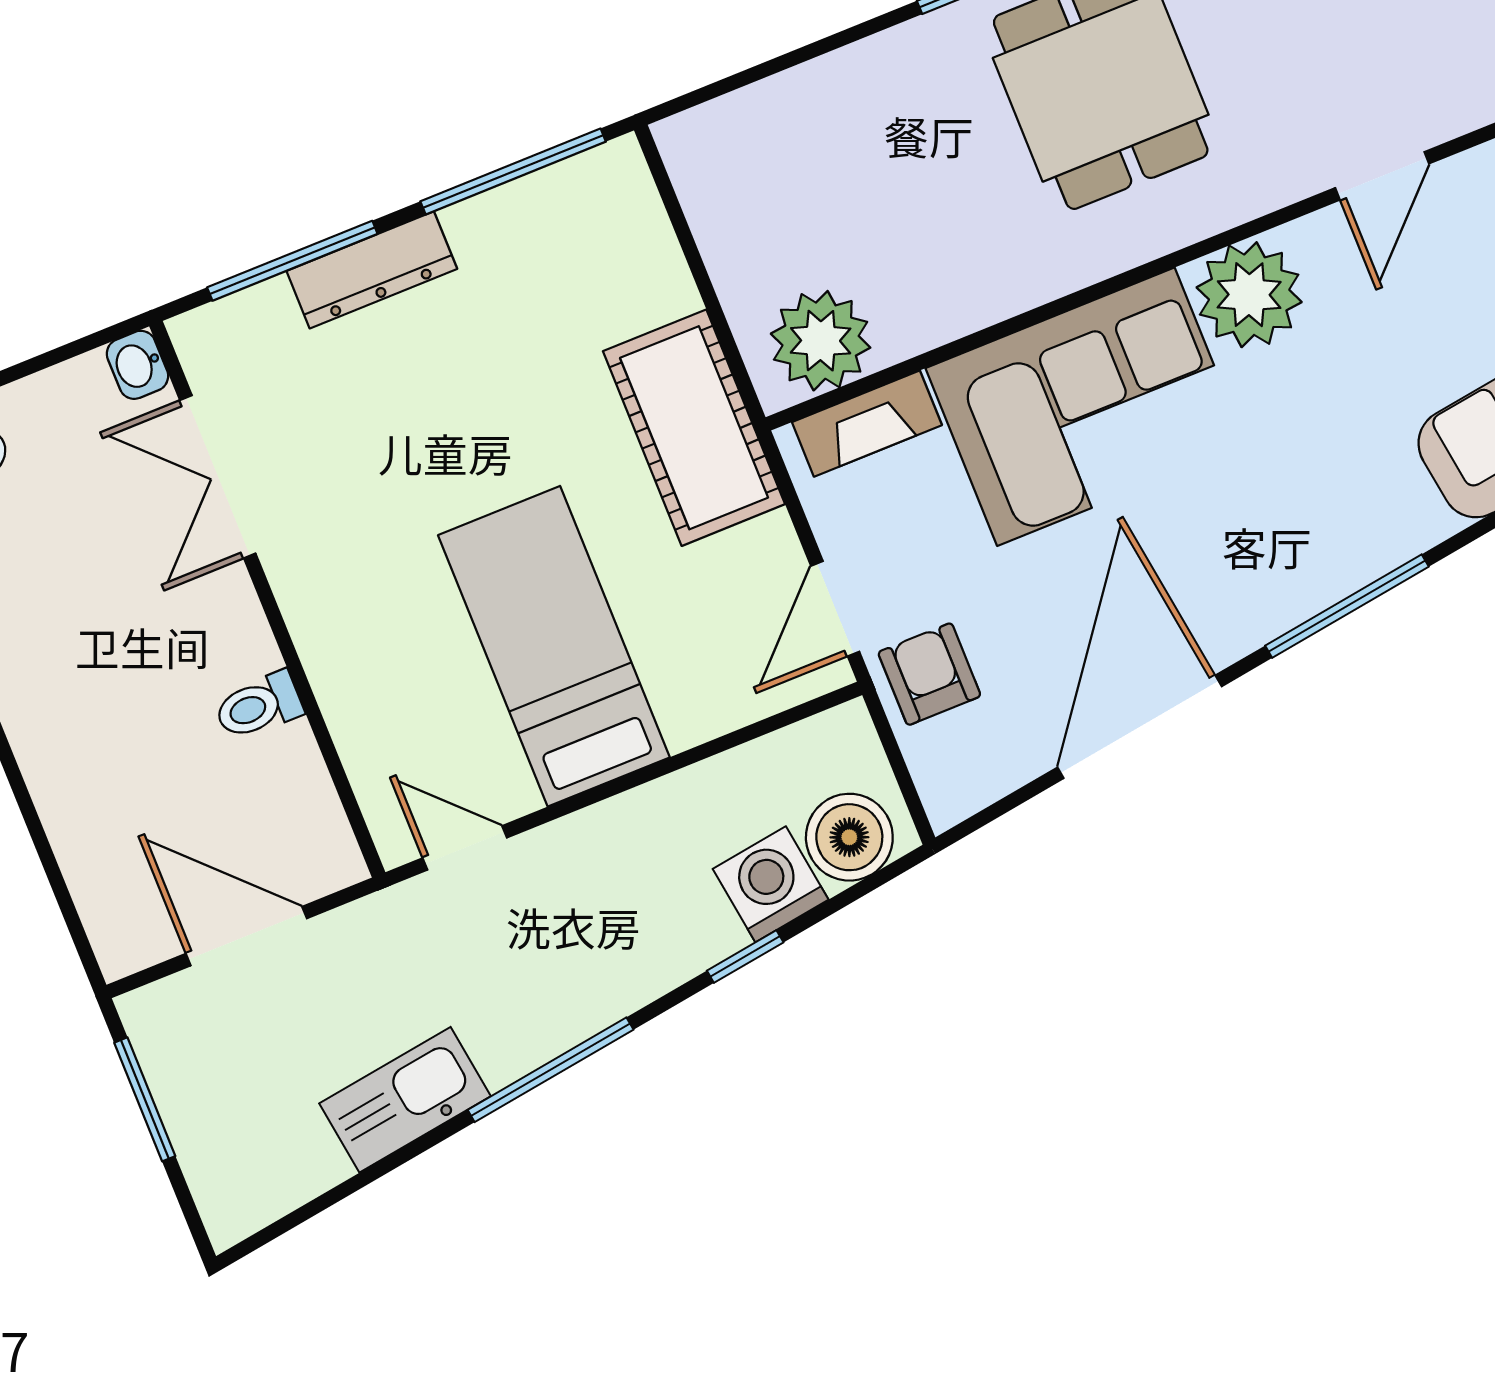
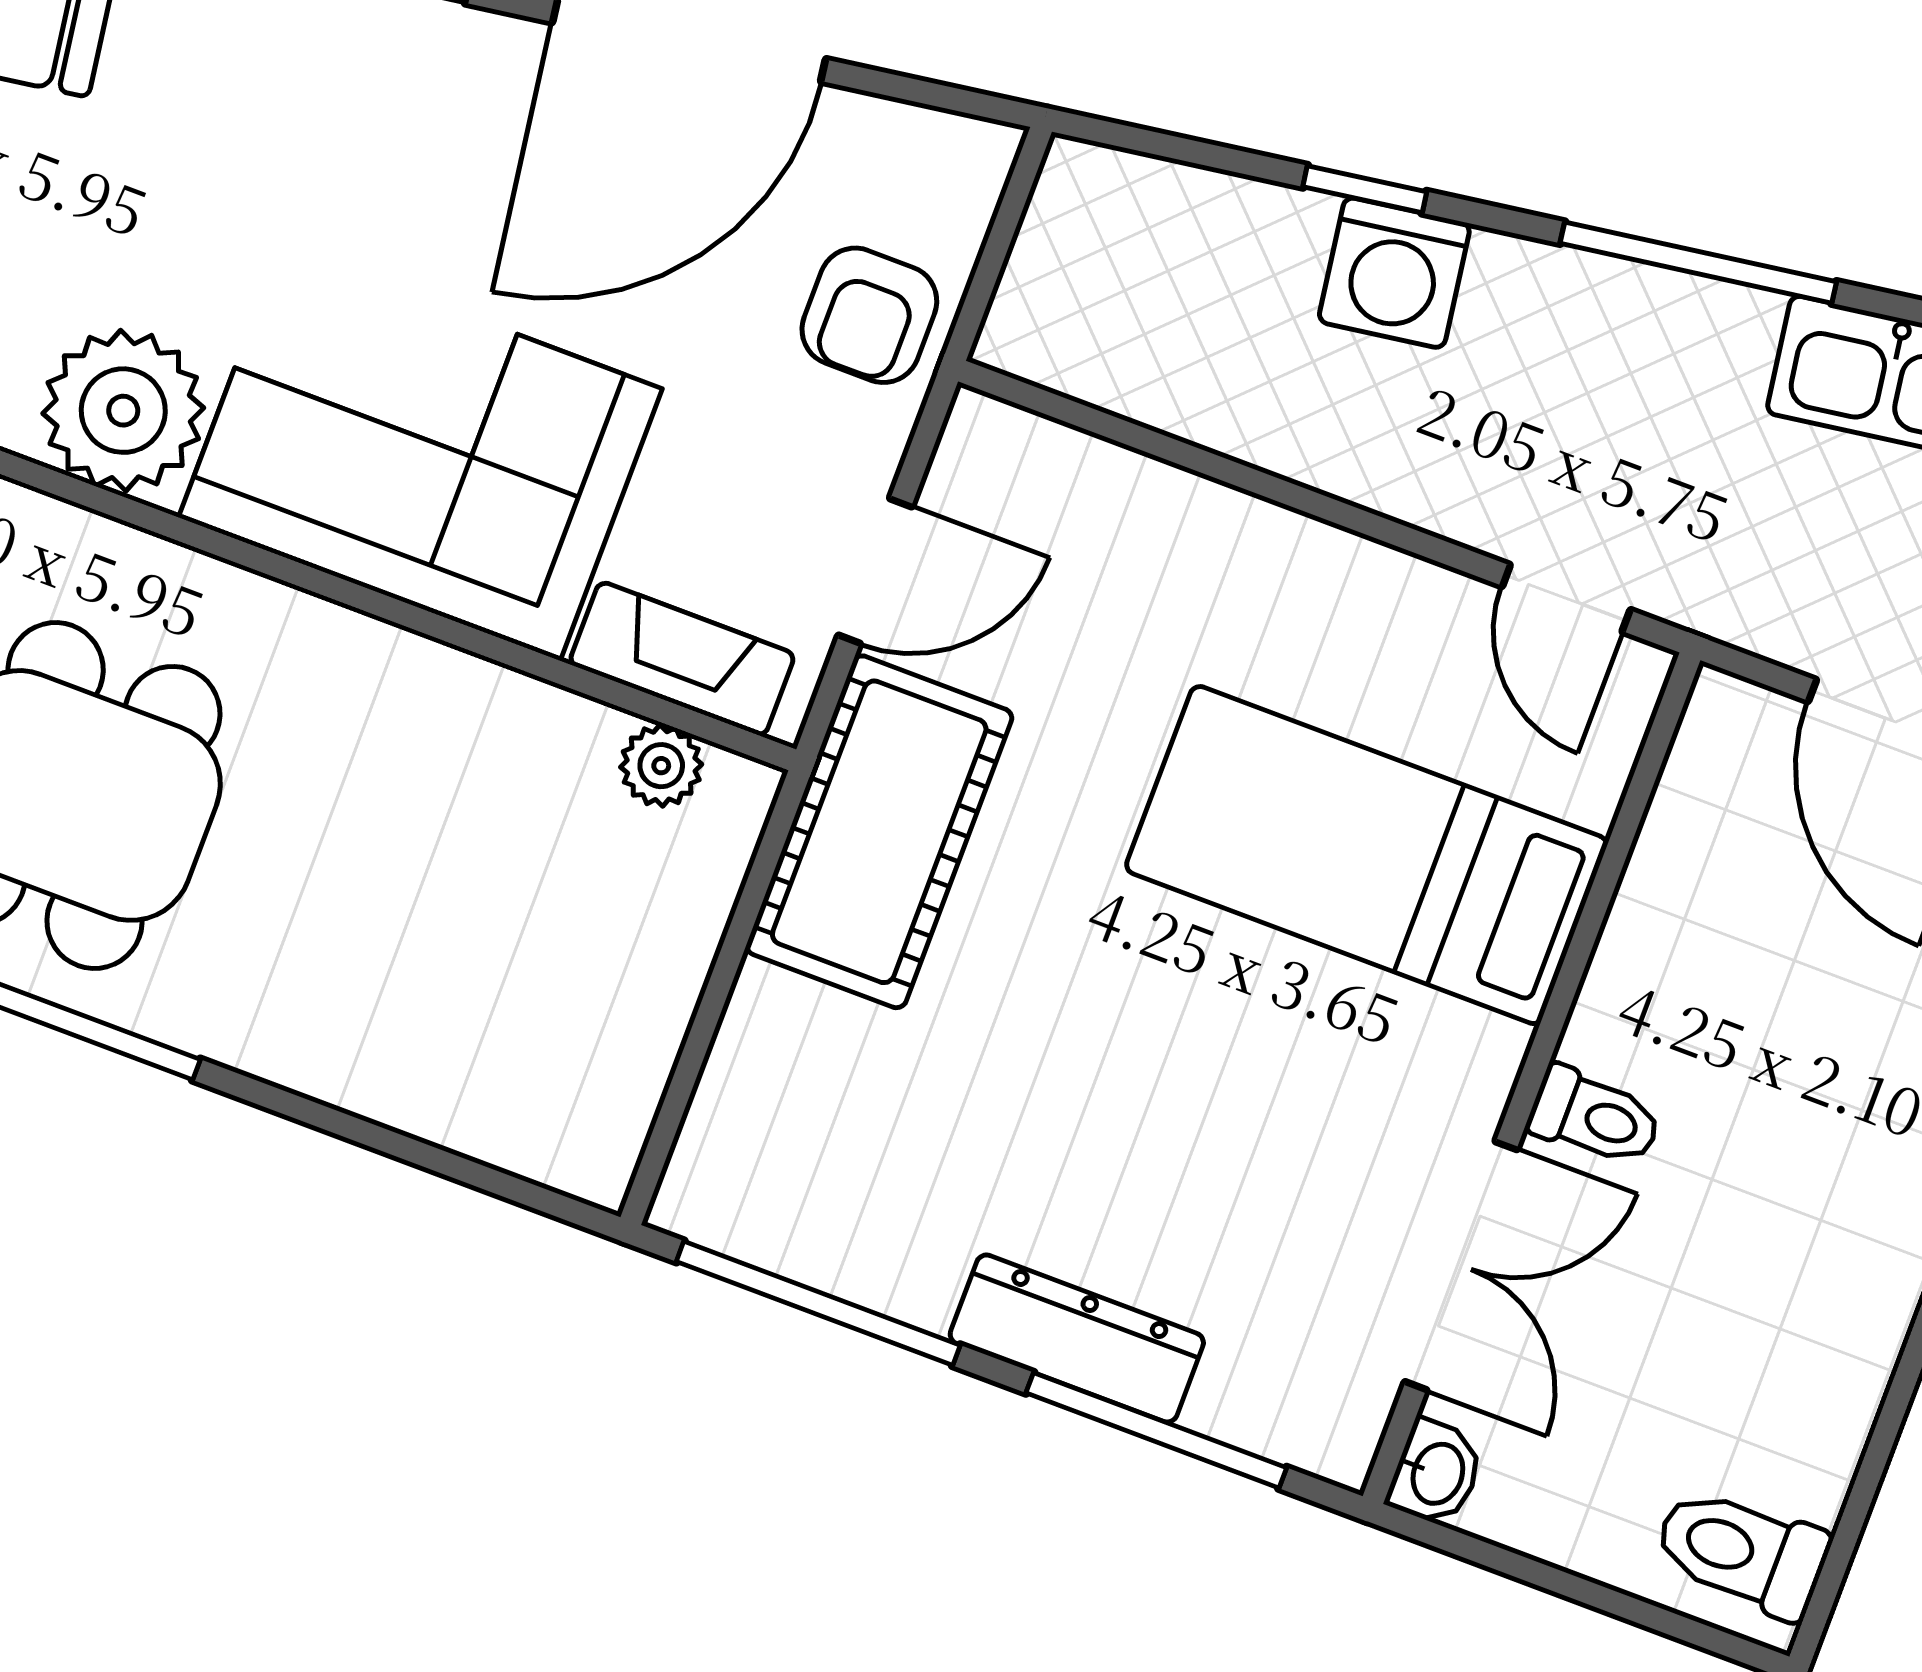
plant: (821, 341) -> (661, 766), width x0.53, depth x0.53
door: (835, 609) -> (875, 571), moved
bed: (554, 646) -> (1367, 855), moved, turned 90
toilet: (258, 706) -> (1595, 1117), moved
boiler: (849, 837) -> (1126, 215), removed
washing machine: (771, 884) -> (1394, 273), moved

